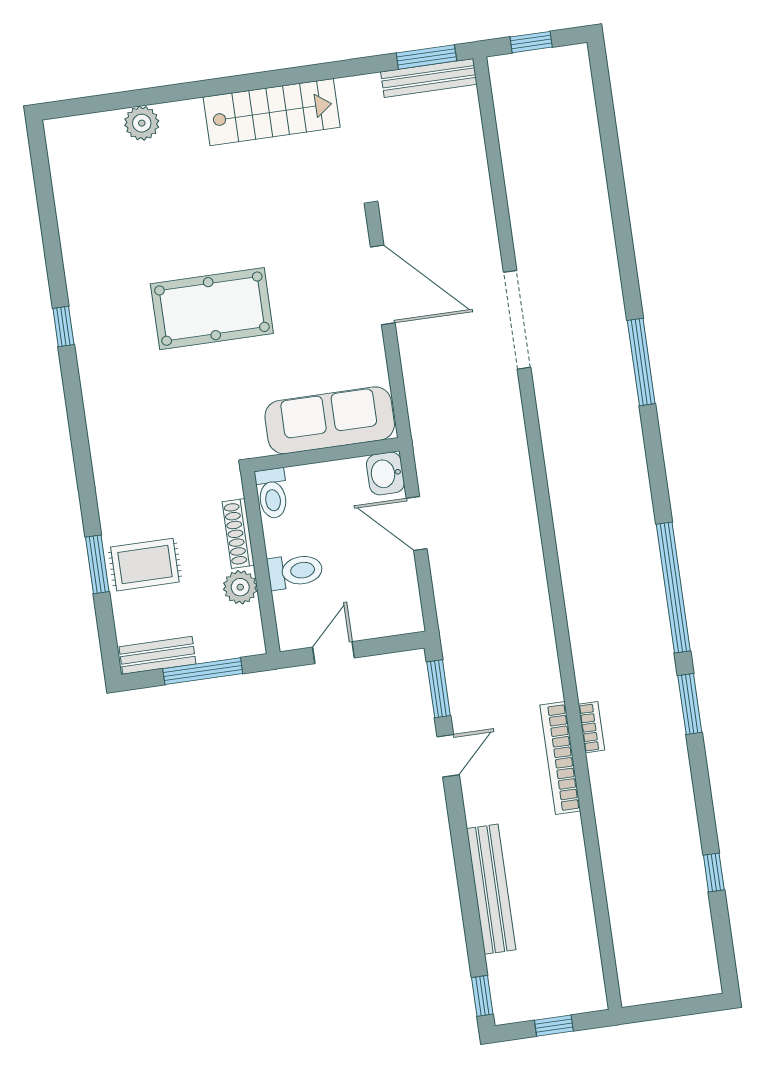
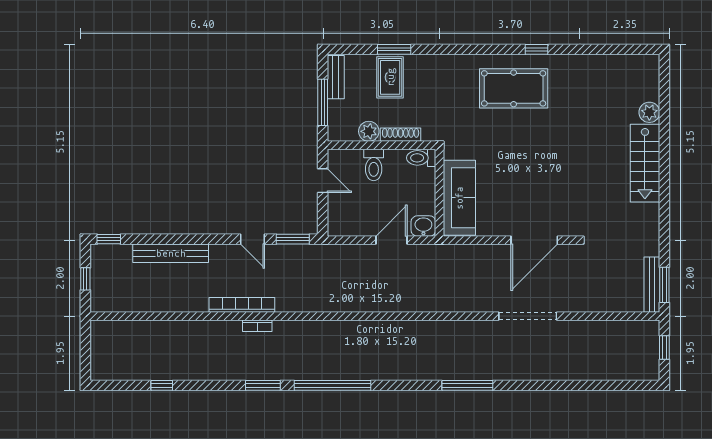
stairs: (272, 112) -> (645, 163), moved
pool table: (212, 309) -> (514, 88), moved, turned 90
doorway: (517, 320) -> (528, 316), moved

